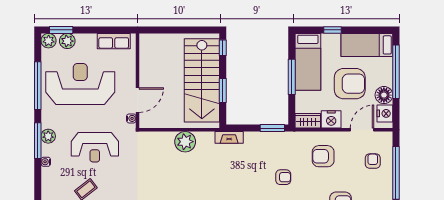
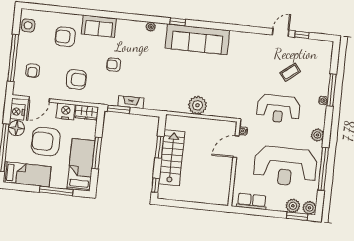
window: (333, 30) -> (56, 191), width x2.17
stairs: (202, 80) -> (172, 158), width x0.73, depth x0.66
plant: (48, 136) -> (317, 135), moved
fireplace: (229, 137) -> (131, 102), moved
window: (38, 141) -> (332, 90), moved
reception desk: (95, 147) -> (278, 109), turned 180

